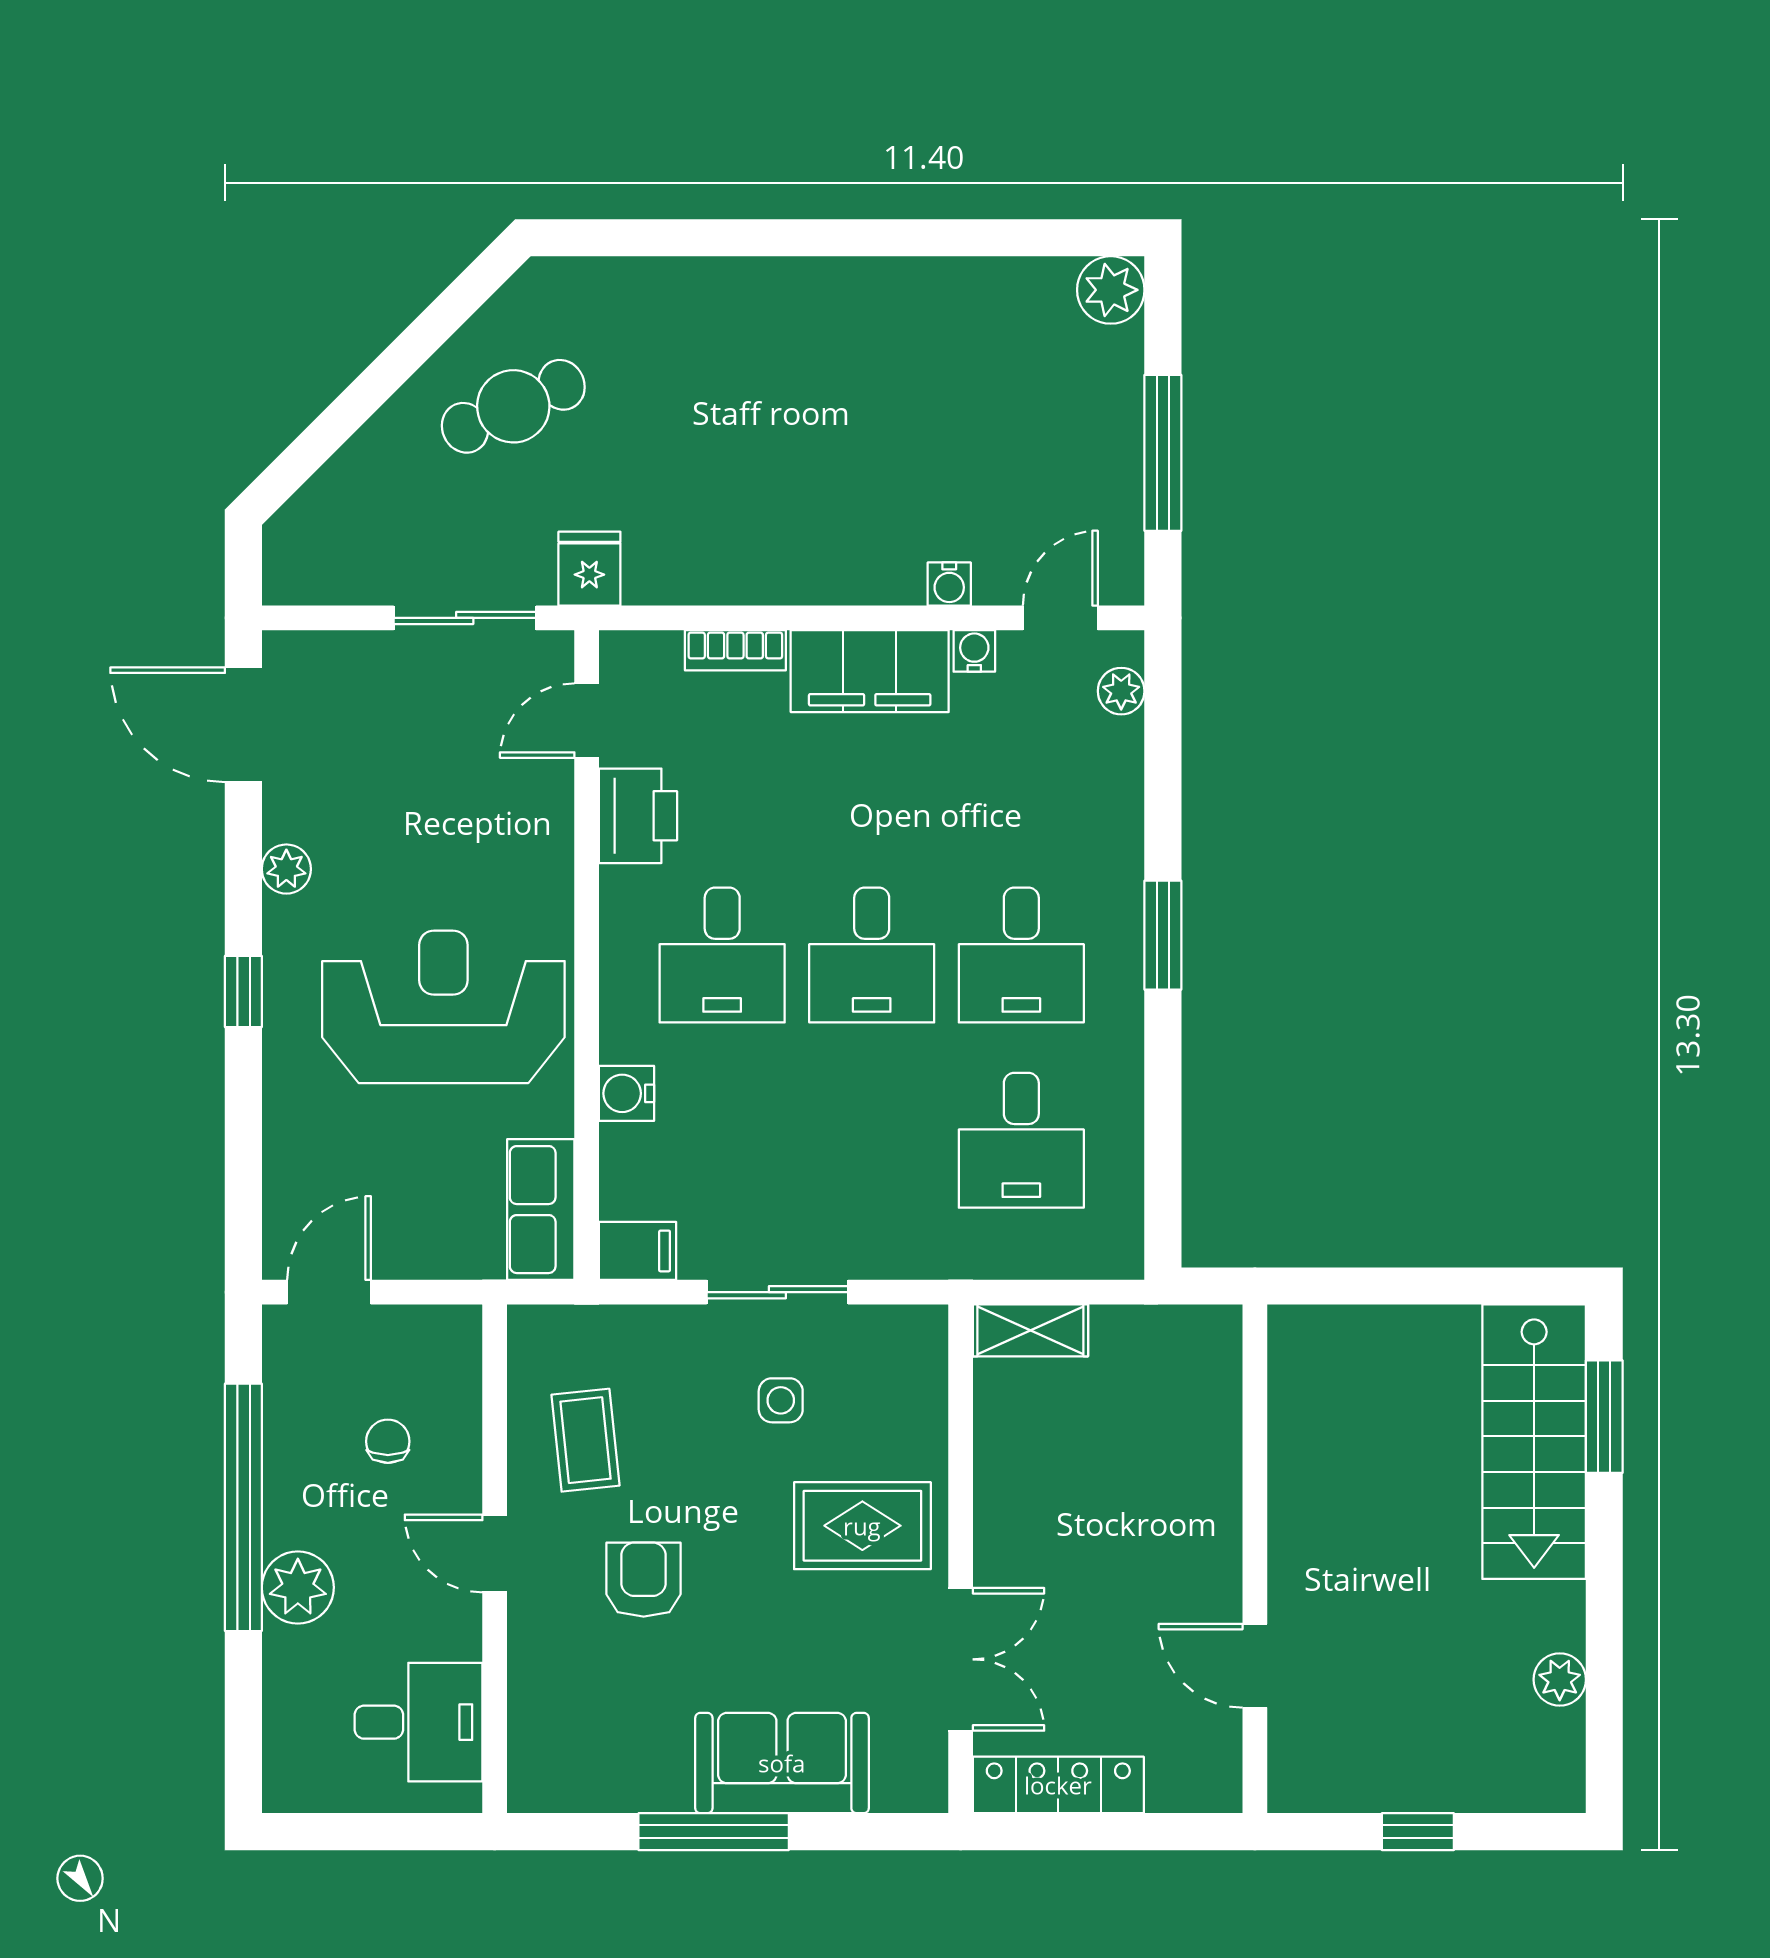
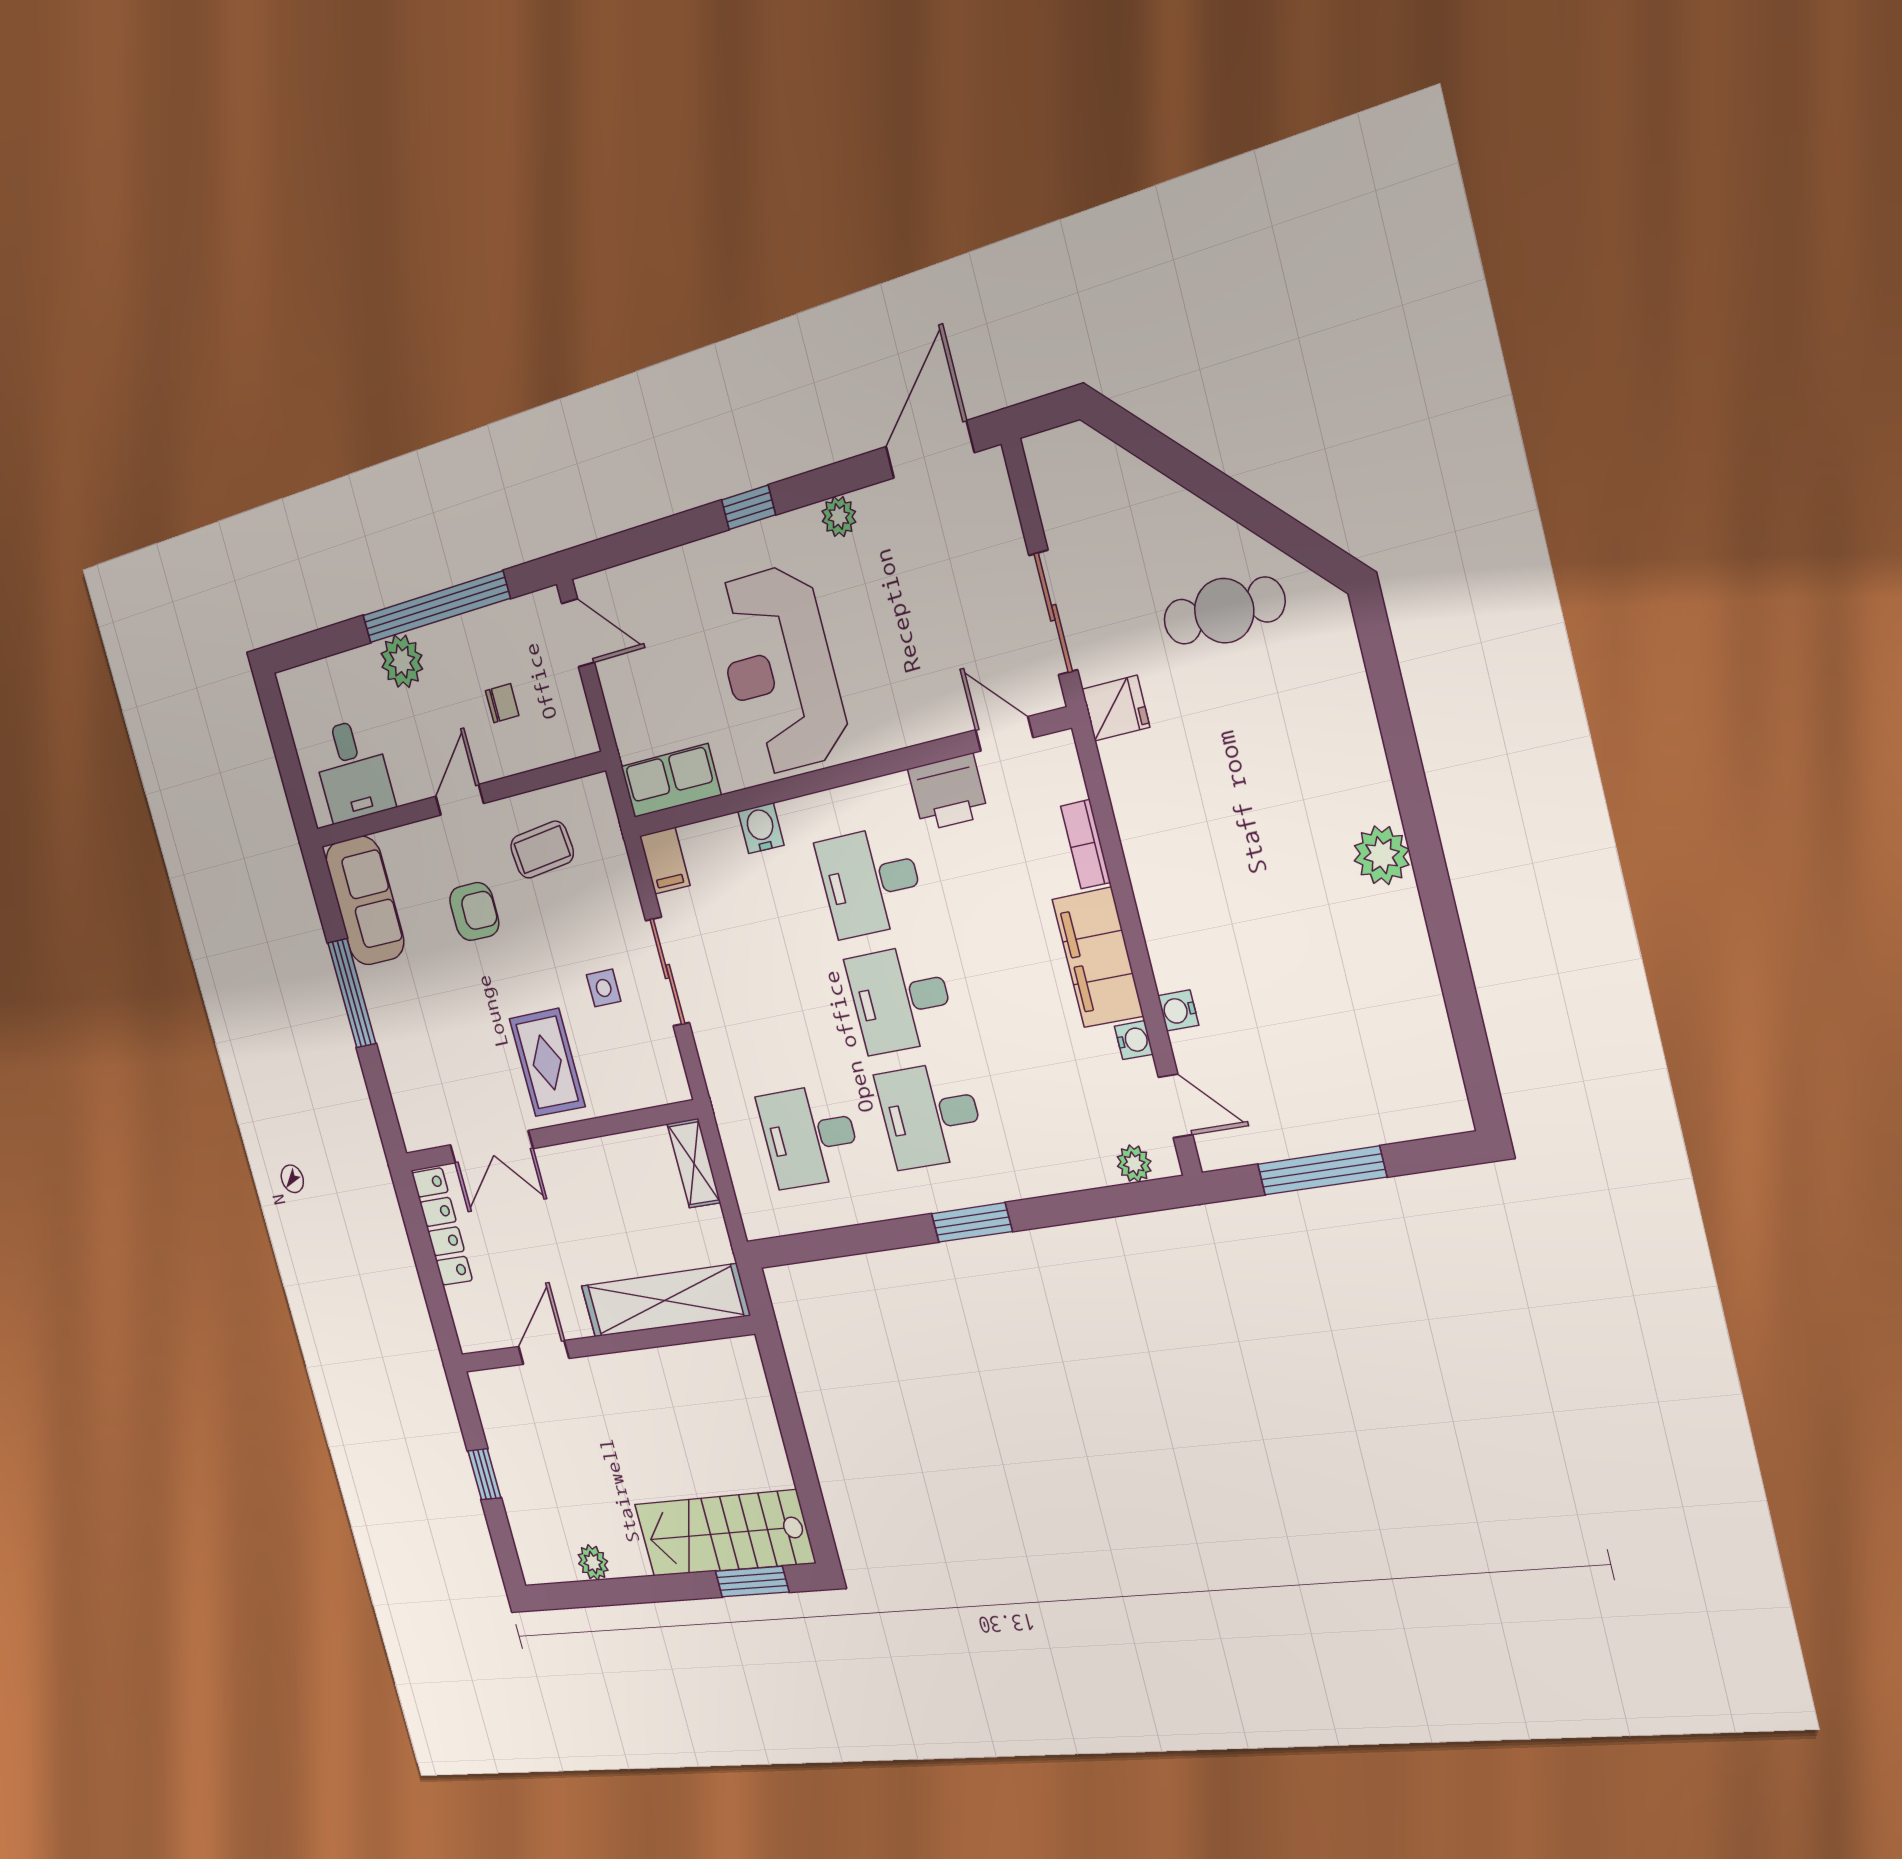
plant: (1111, 290) -> (1382, 855), moved
cafe table: (513, 406) -> (1224, 611), turned -66
reception desk: (443, 1007) -> (780, 670), turned 180
shelving: (1206, 1437) -> (665, 1301), added
sofa: (782, 1763) -> (365, 901), moved

